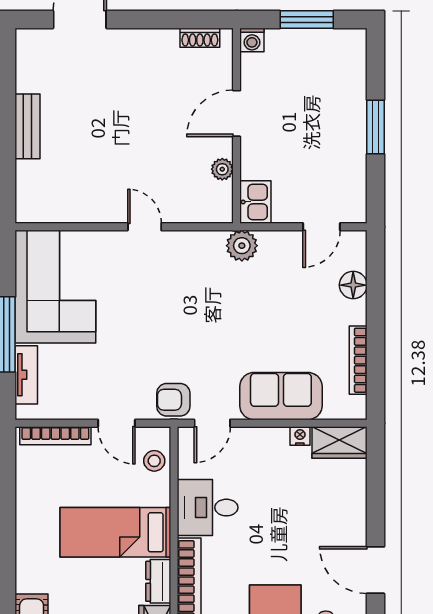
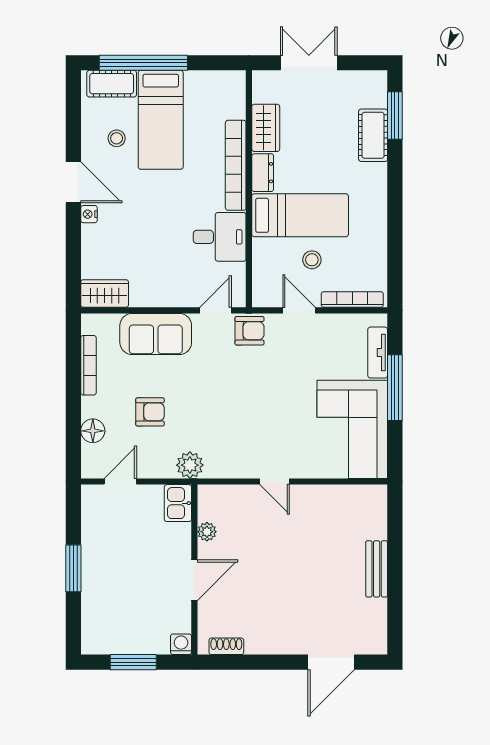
armchair: (288, 307) -> (150, 412), added
nightstand: (300, 436) -> (89, 214), moved, turned 90
stool: (154, 461) -> (312, 260), moved

